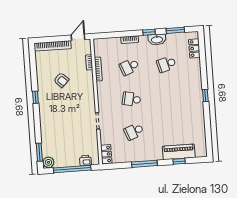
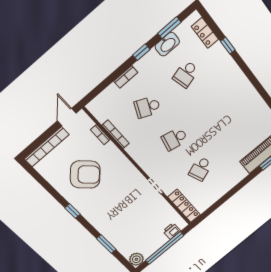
washbasin: (157, 39) -> (167, 44), moved
school desk: (129, 67) -> (147, 107), turned 45
armchair: (61, 80) -> (85, 175), width x1.88, depth x1.88
window: (205, 96) -> (228, 46), moved
window: (39, 152) -> (106, 244), moved
locker: (106, 154) -> (184, 206), width x1.53
window: (144, 164) -> (233, 191), removed

